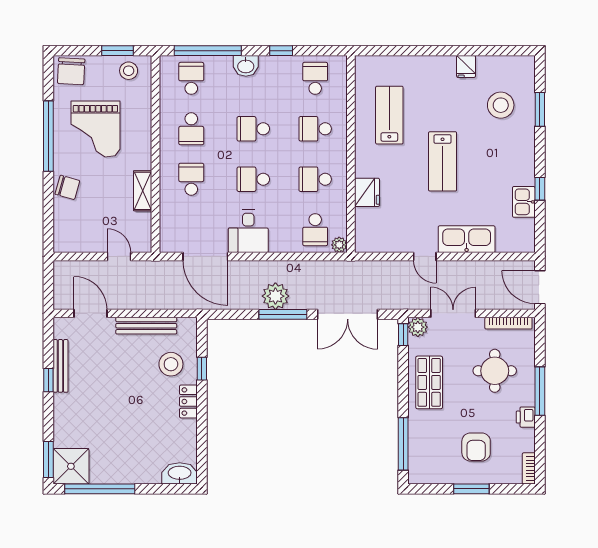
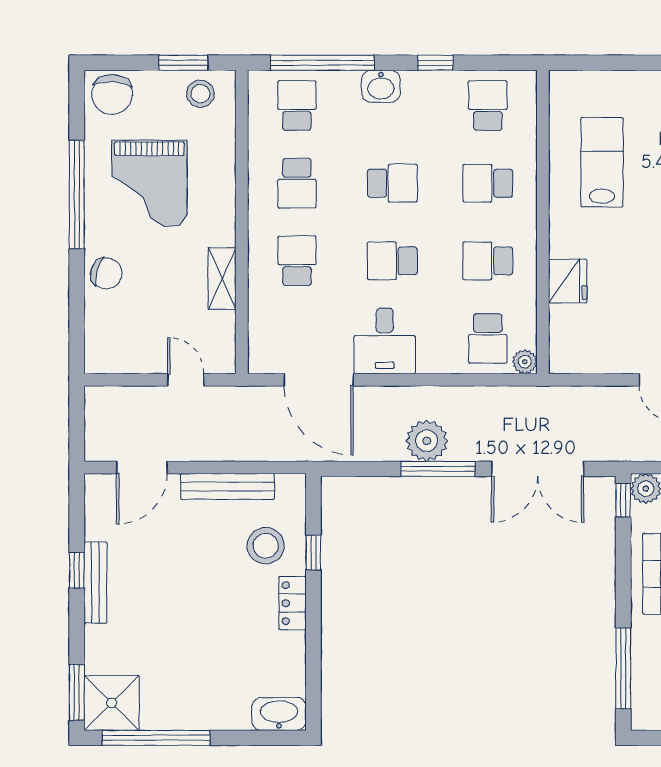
school desk: (253, 129) -> (392, 183), turned 180
door: (90, 313) -> (142, 467), swing flipped
bench: (60, 366) -> (95, 583), moved

